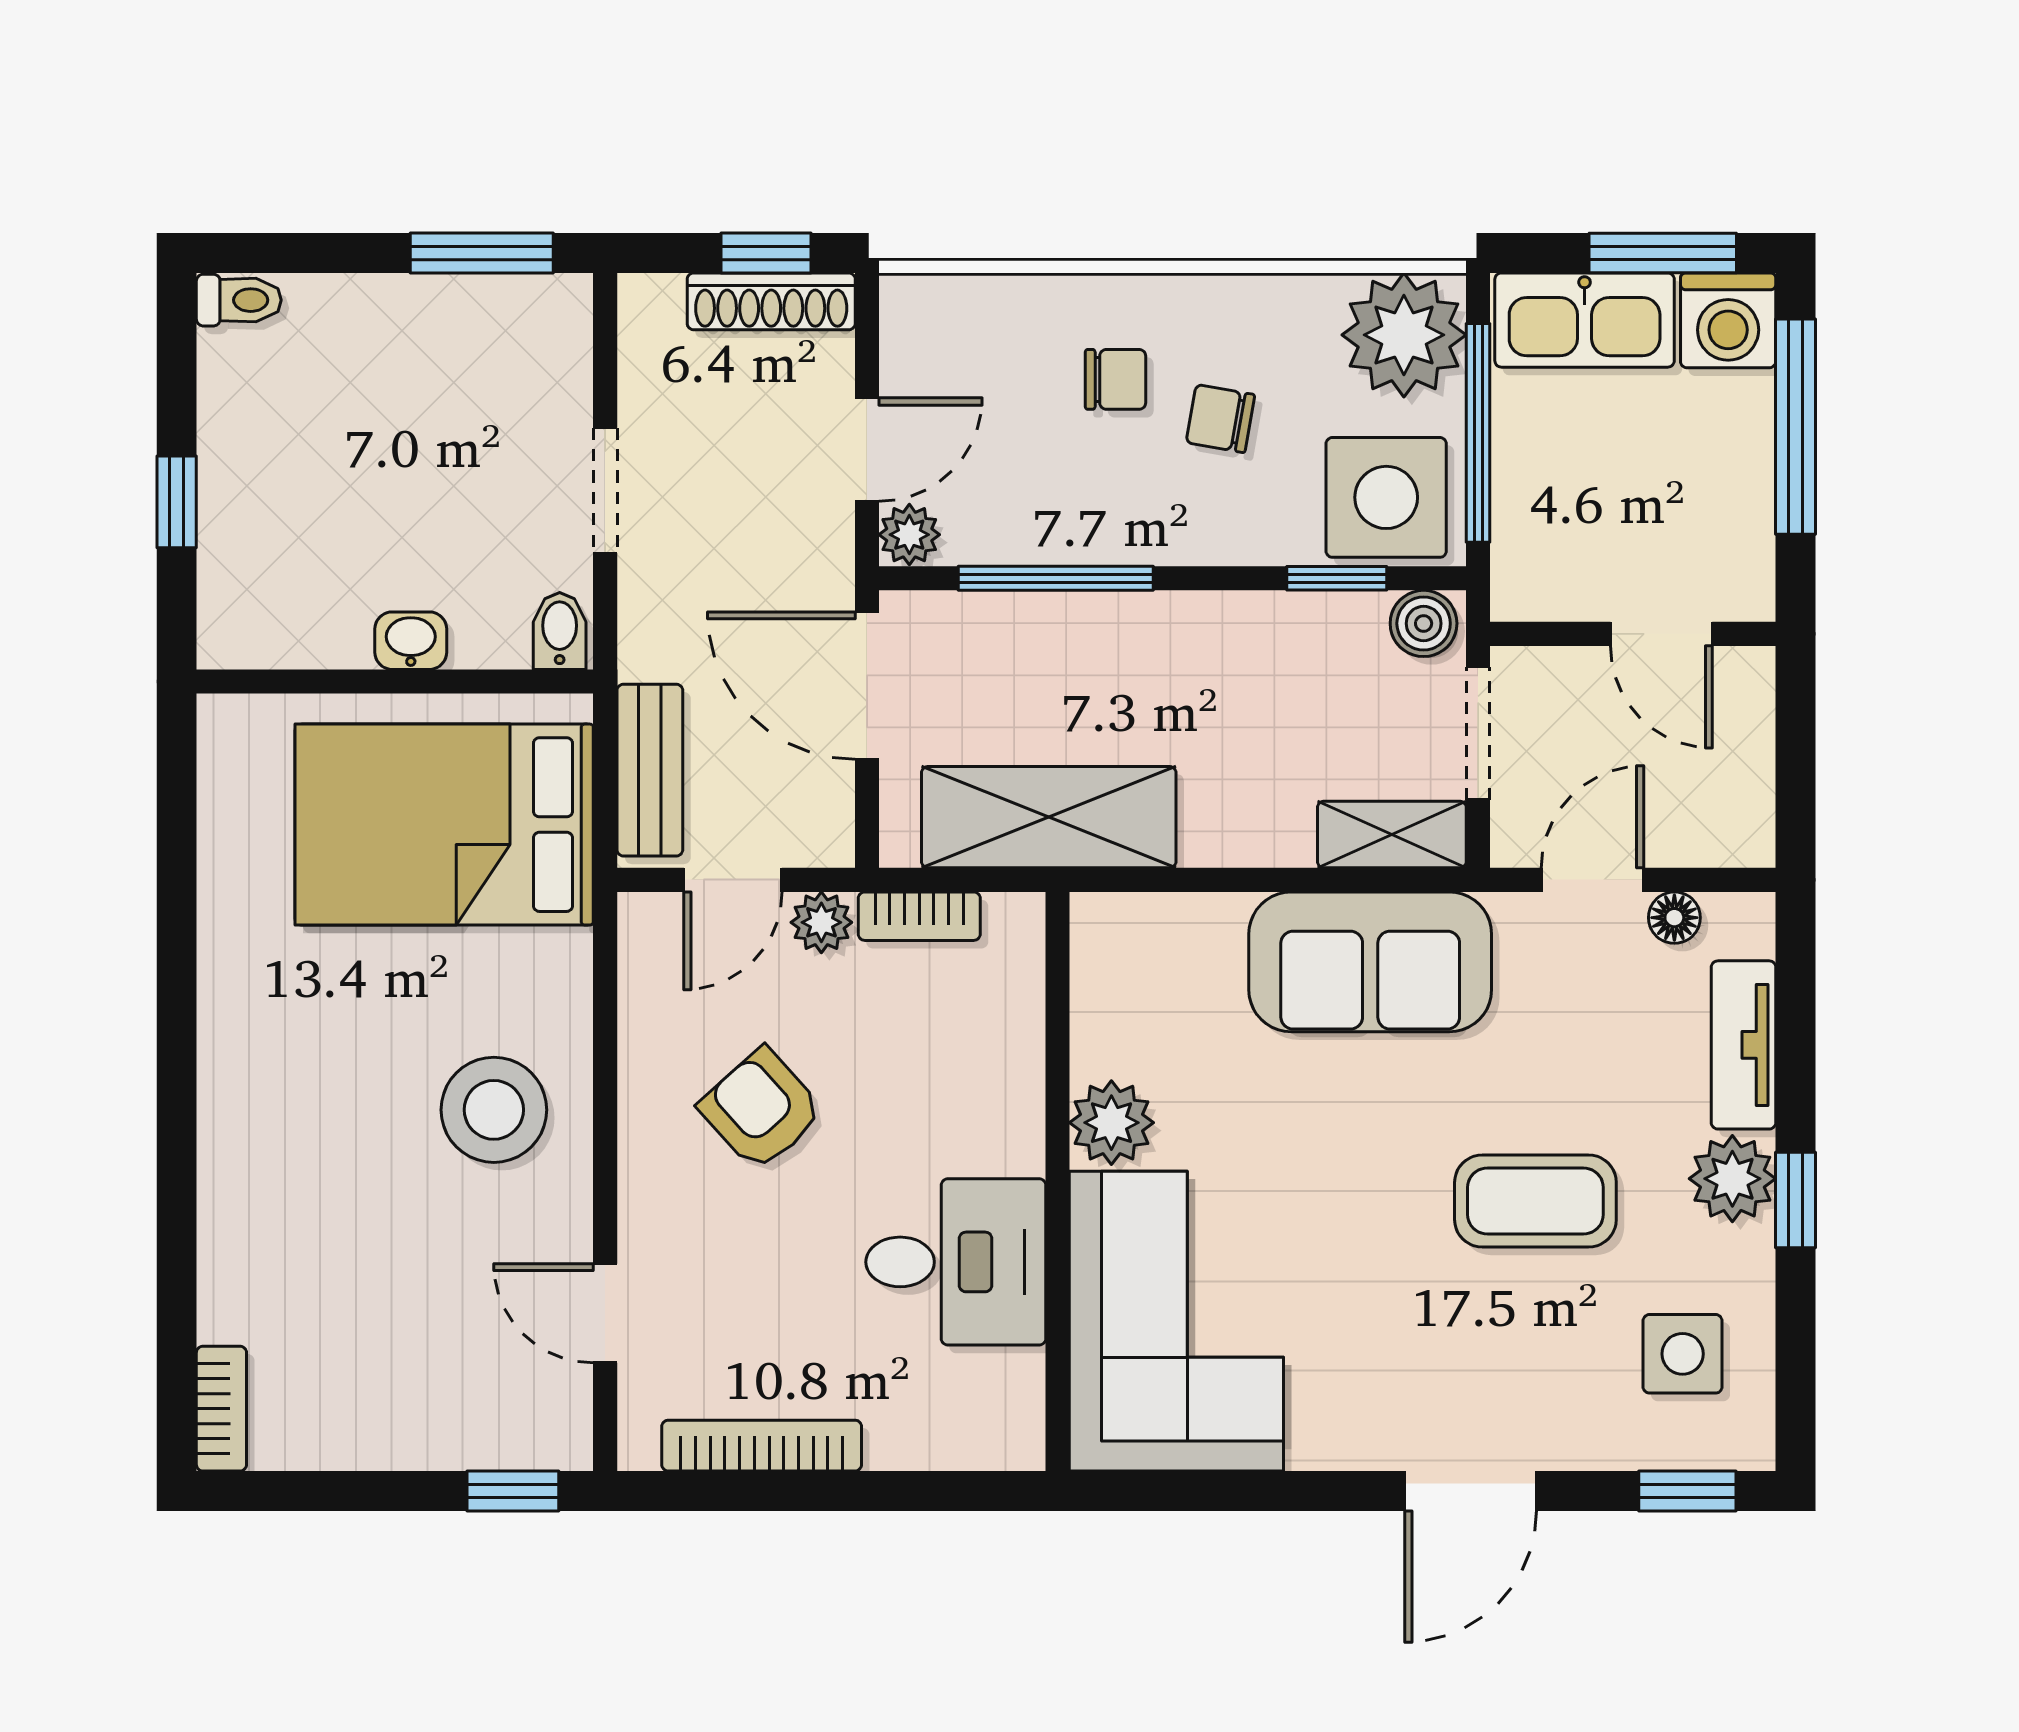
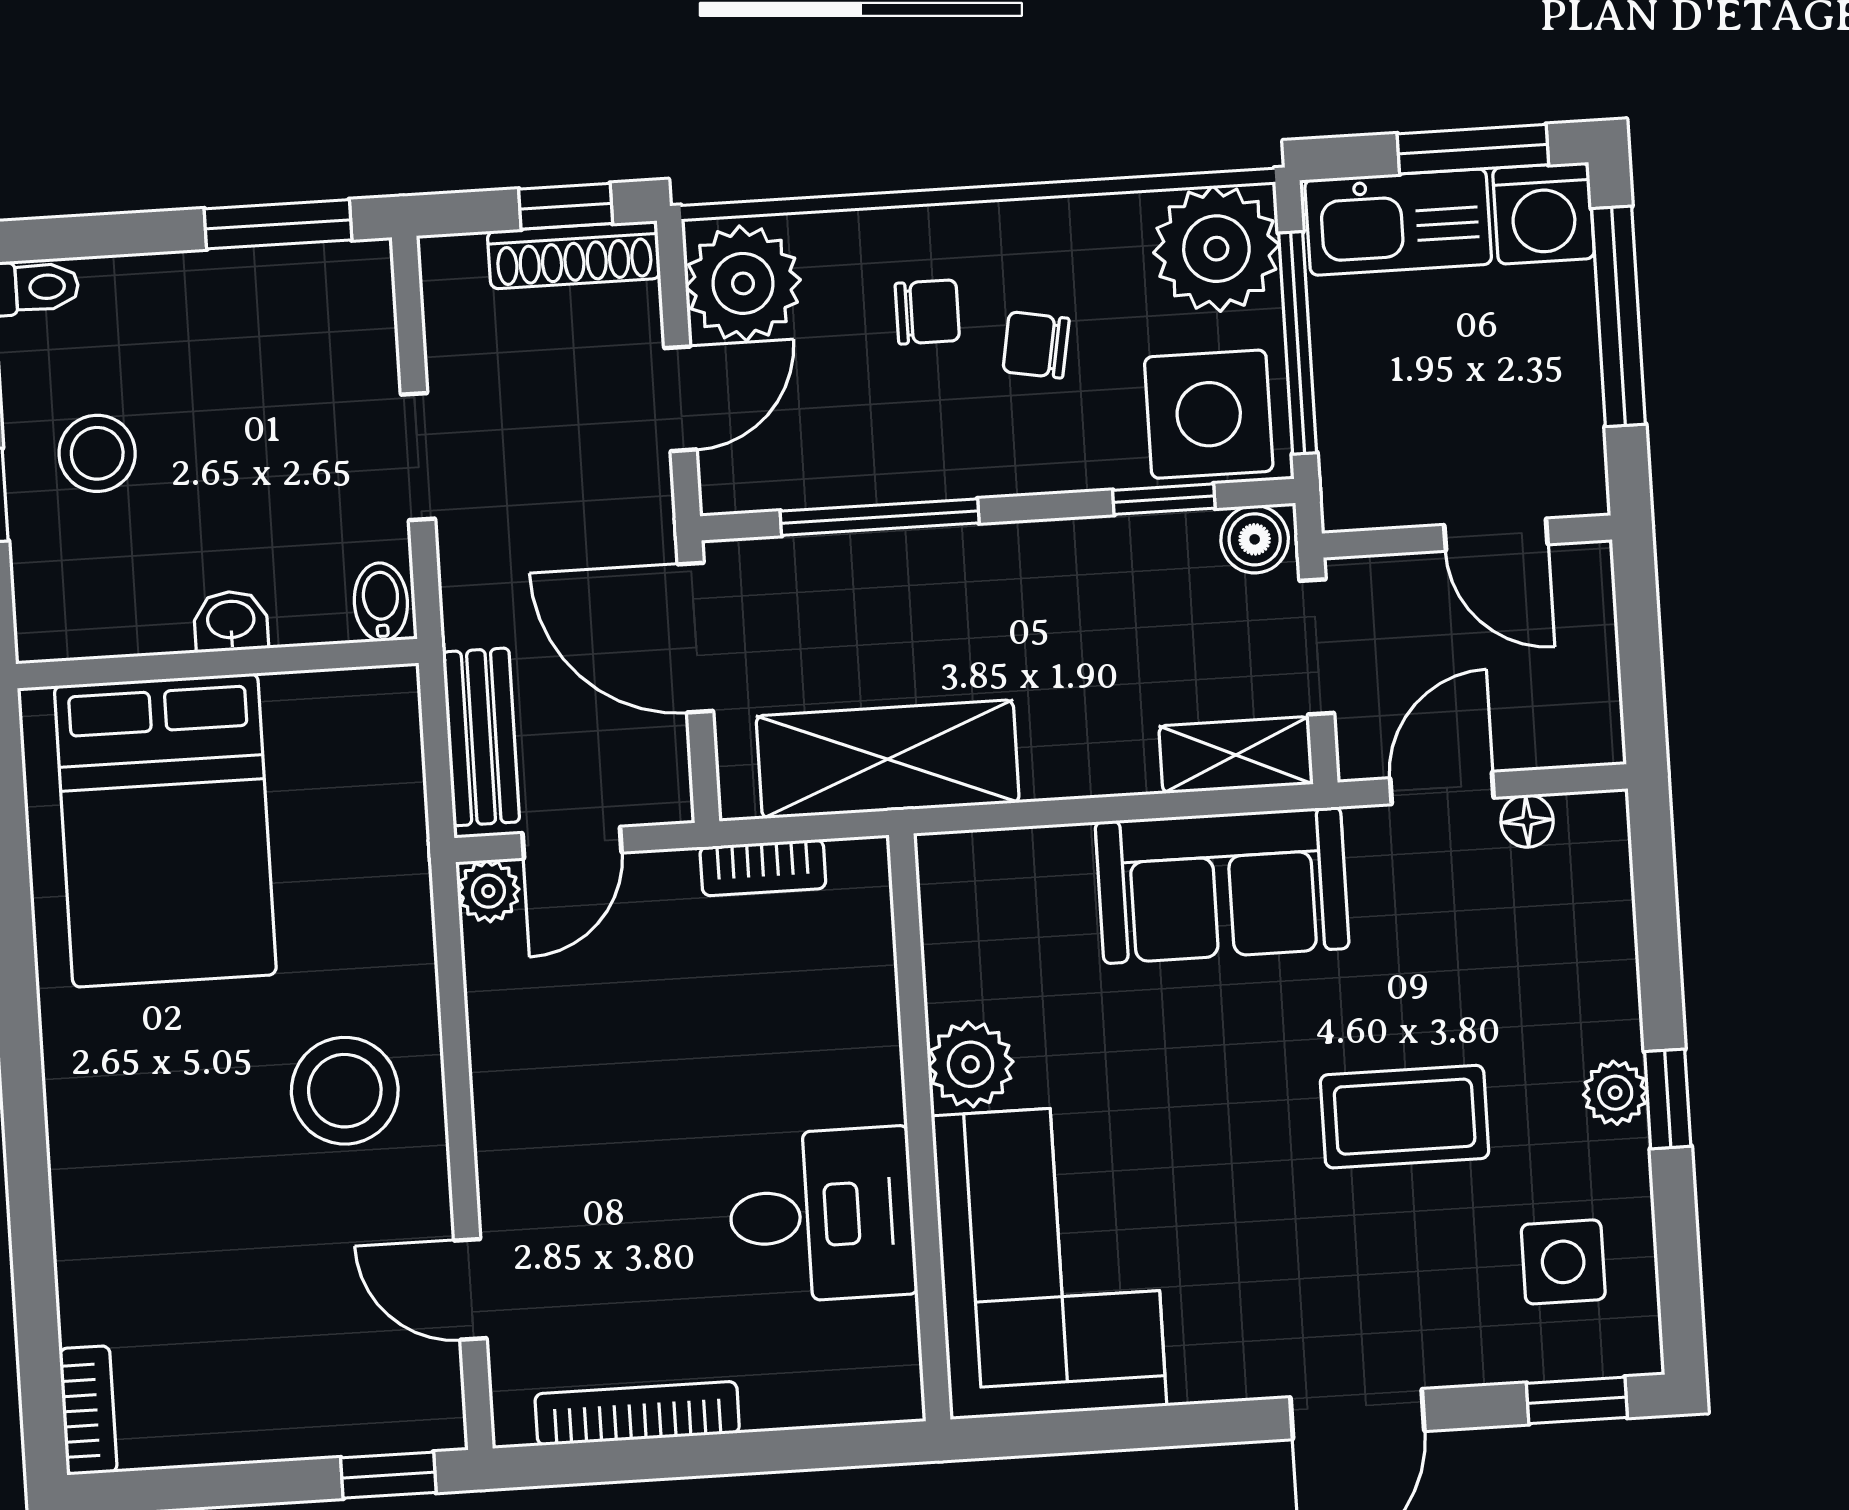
stool: (290, 467) -> (97, 453), added
plant: (909, 535) -> (743, 283), moved, width x1.87, depth x1.87
bed: (444, 825) -> (165, 830), moved, turned -90
plant: (821, 922) -> (488, 891), moved
tv unit: (1744, 1045) -> (1605, 945), removed
armchair: (761, 1109) -> (615, 1073), removed
plant: (1732, 1179) -> (1615, 1093), width x0.73, depth x0.73

